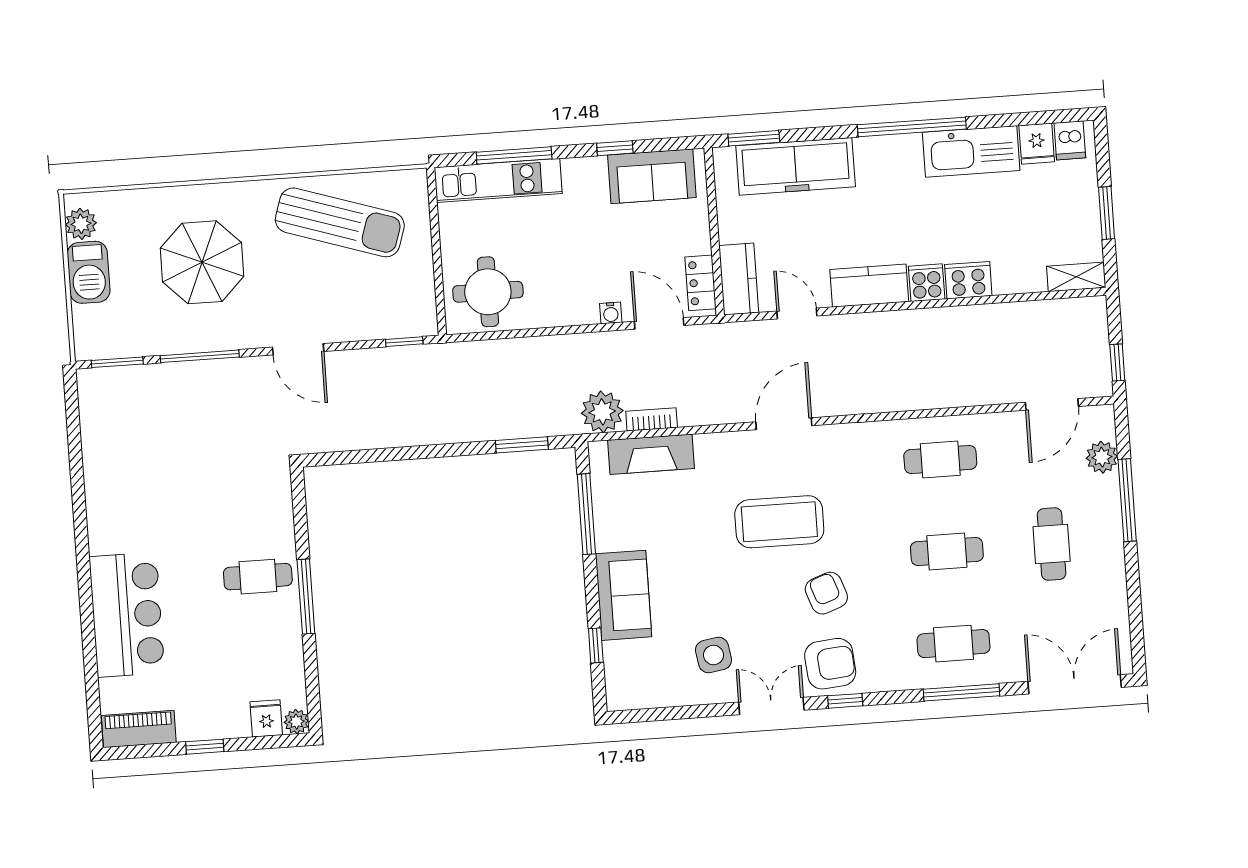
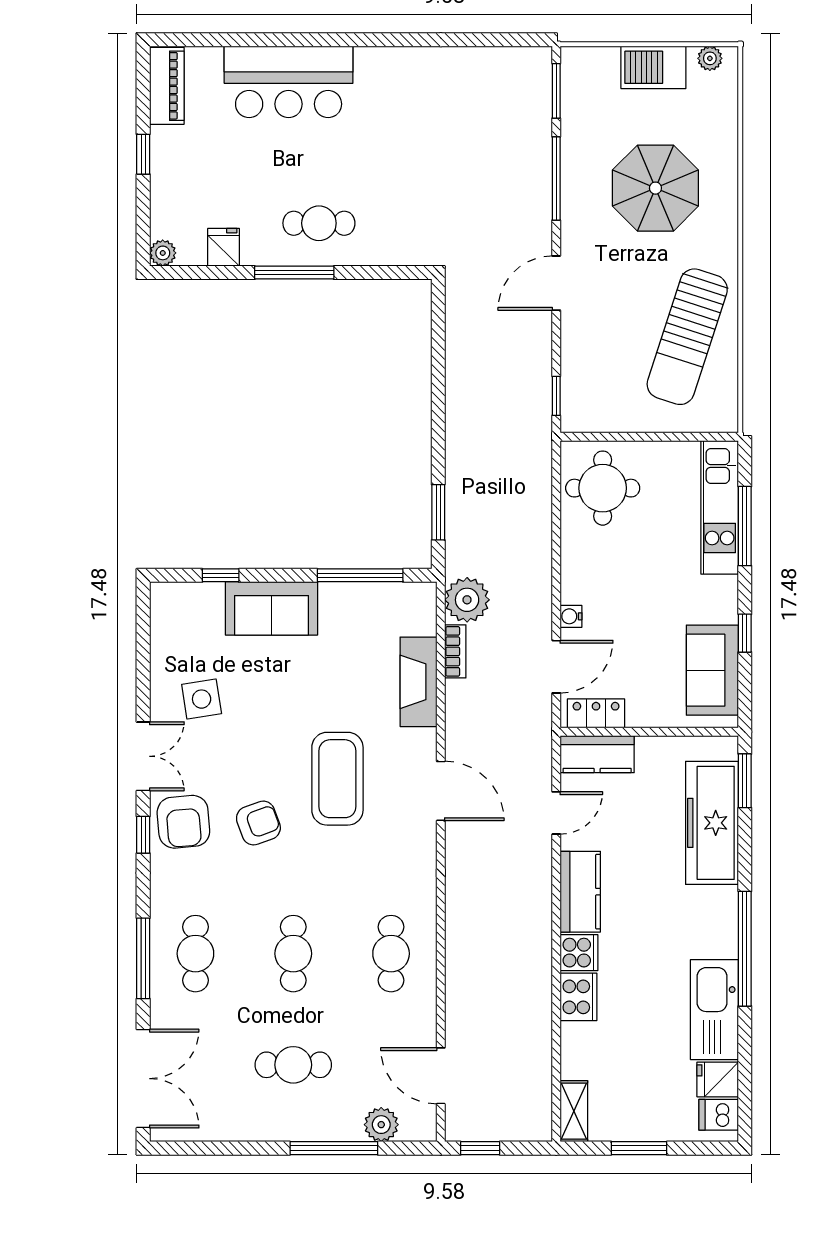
plant: (81, 224) -> (710, 58), width x0.73, depth x0.73
fireplace: (651, 454) -> (419, 682), moved
cafe table: (258, 577) -> (319, 223), turned 90
fridge: (266, 718) -> (224, 247), moved, turned -90

